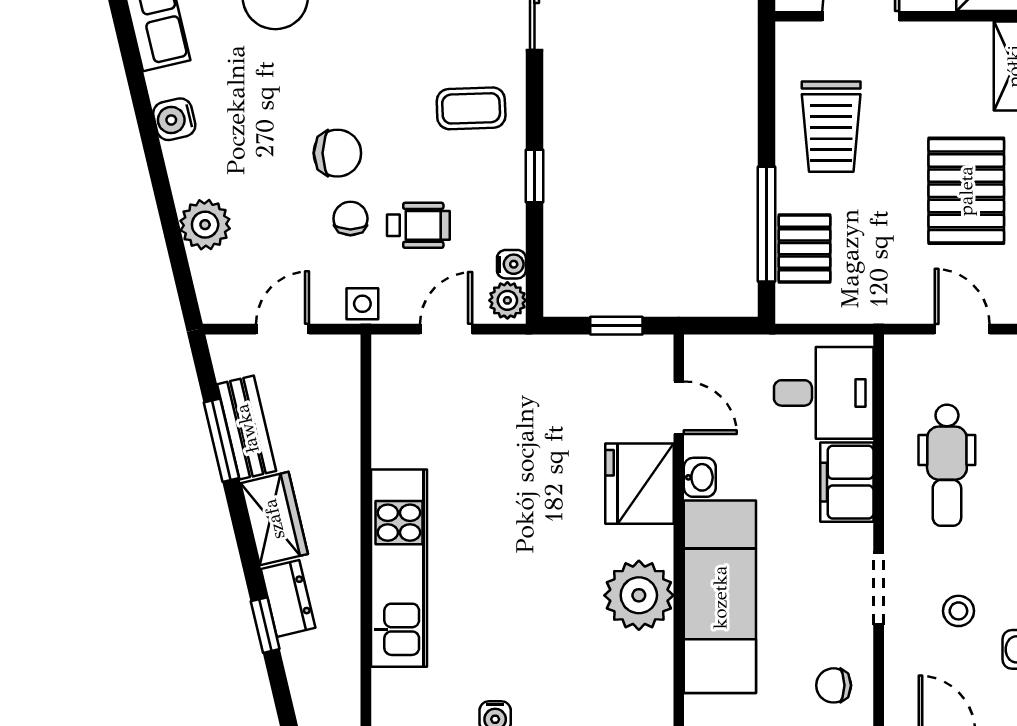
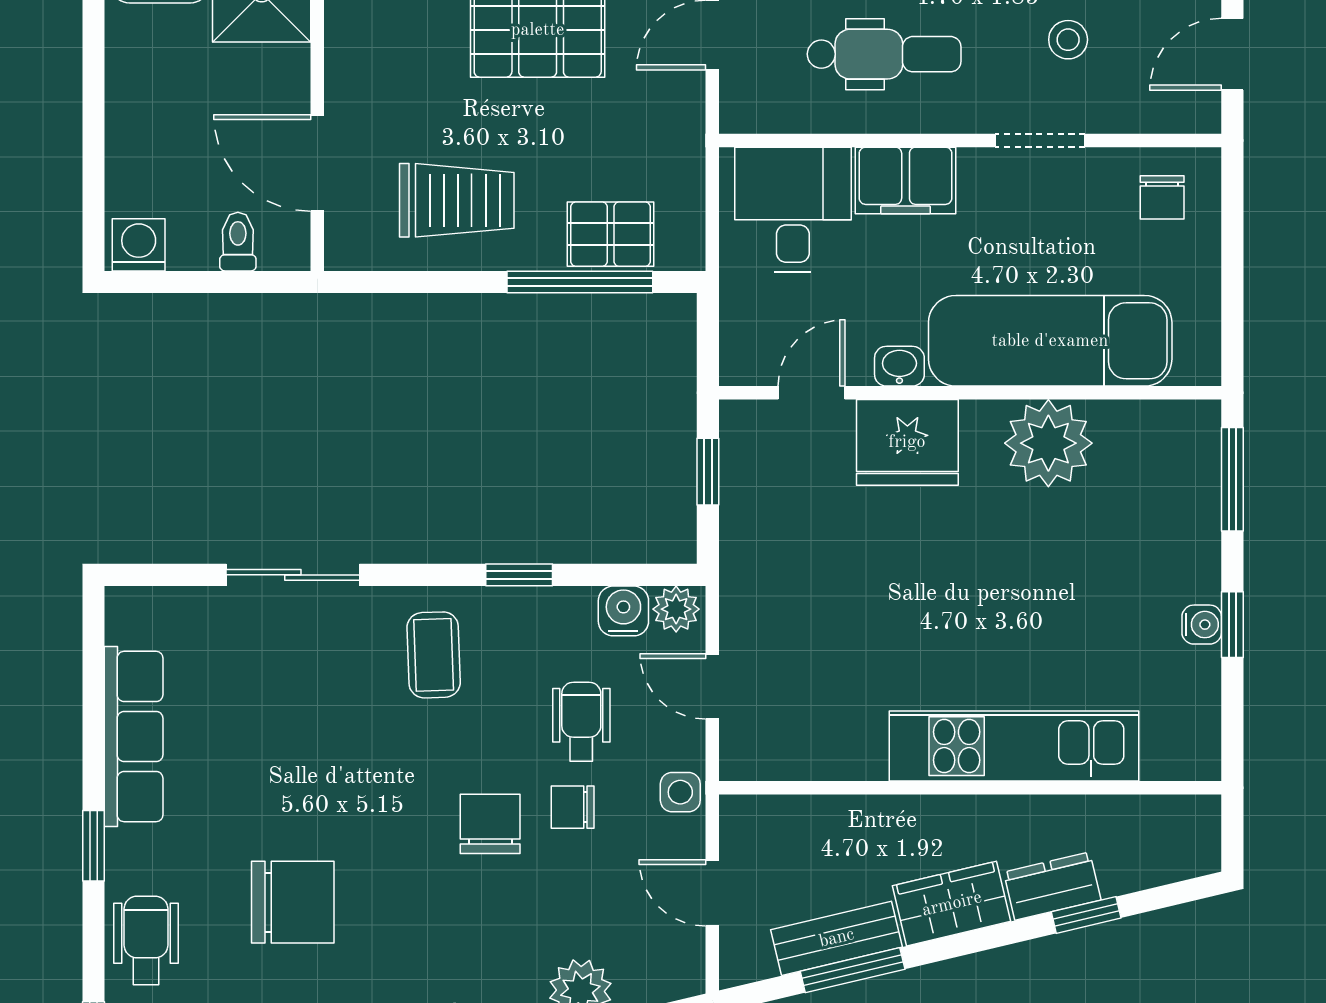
water cooler: (511, 264) -> (623, 611), width x1.38, depth x1.38

